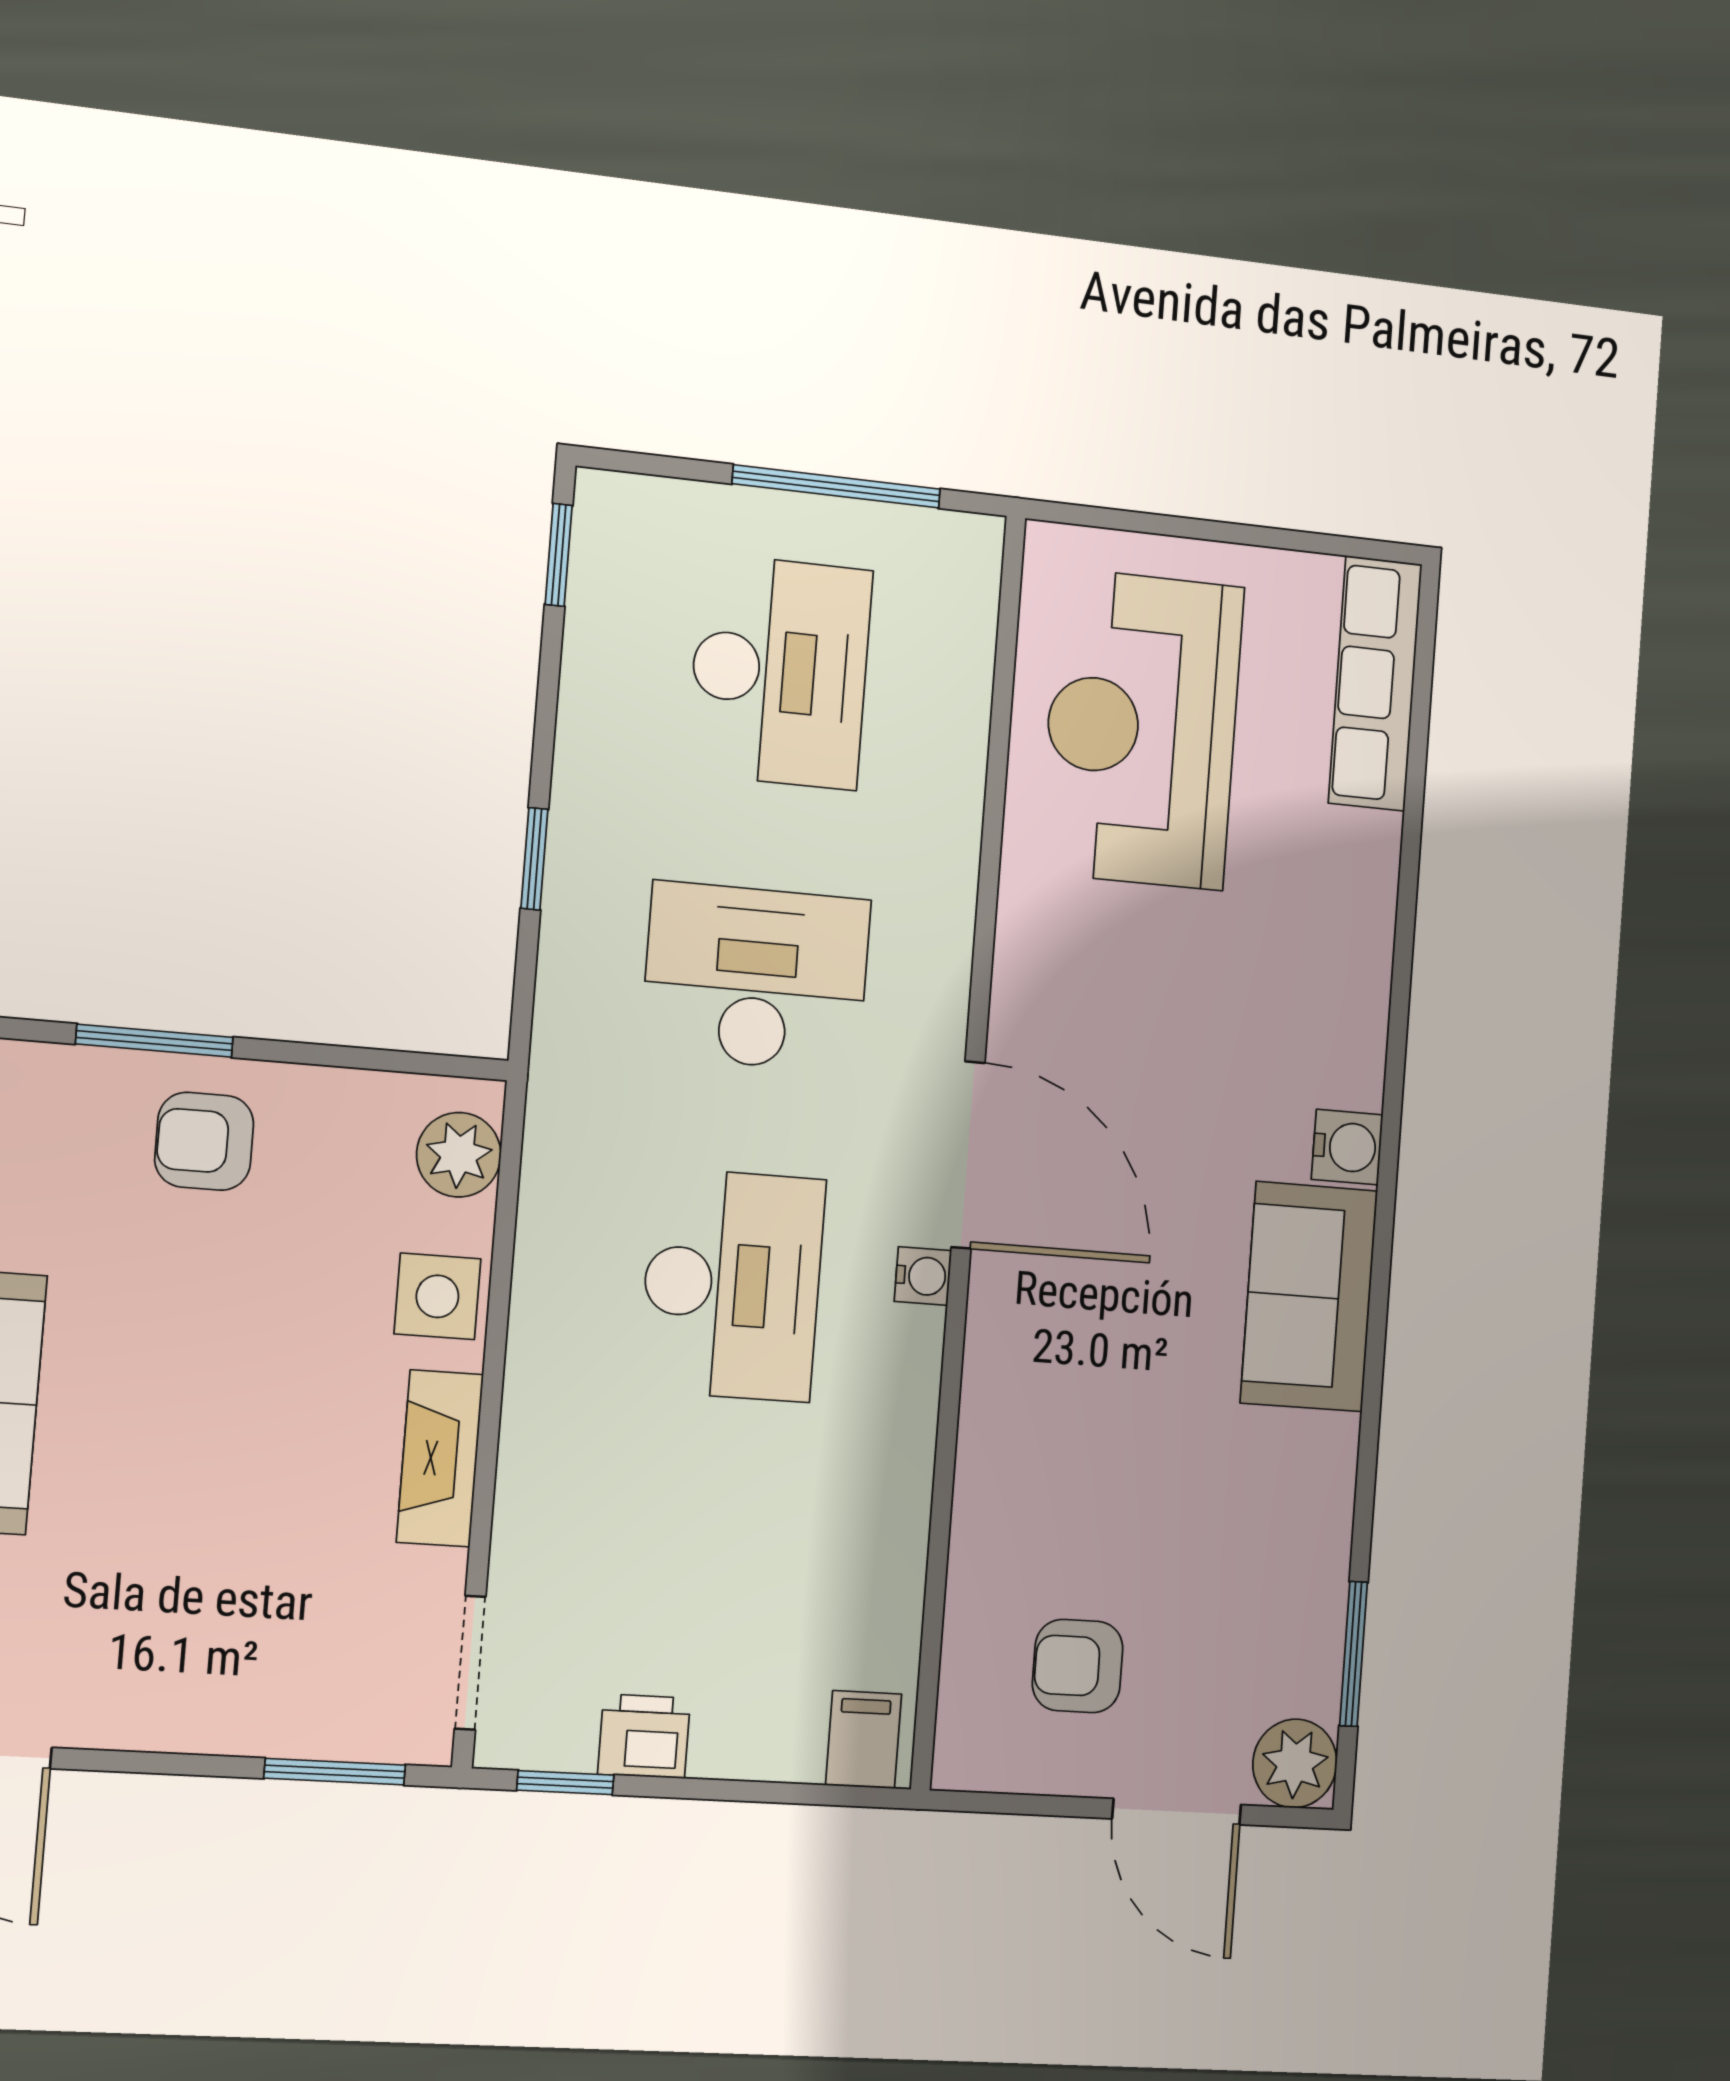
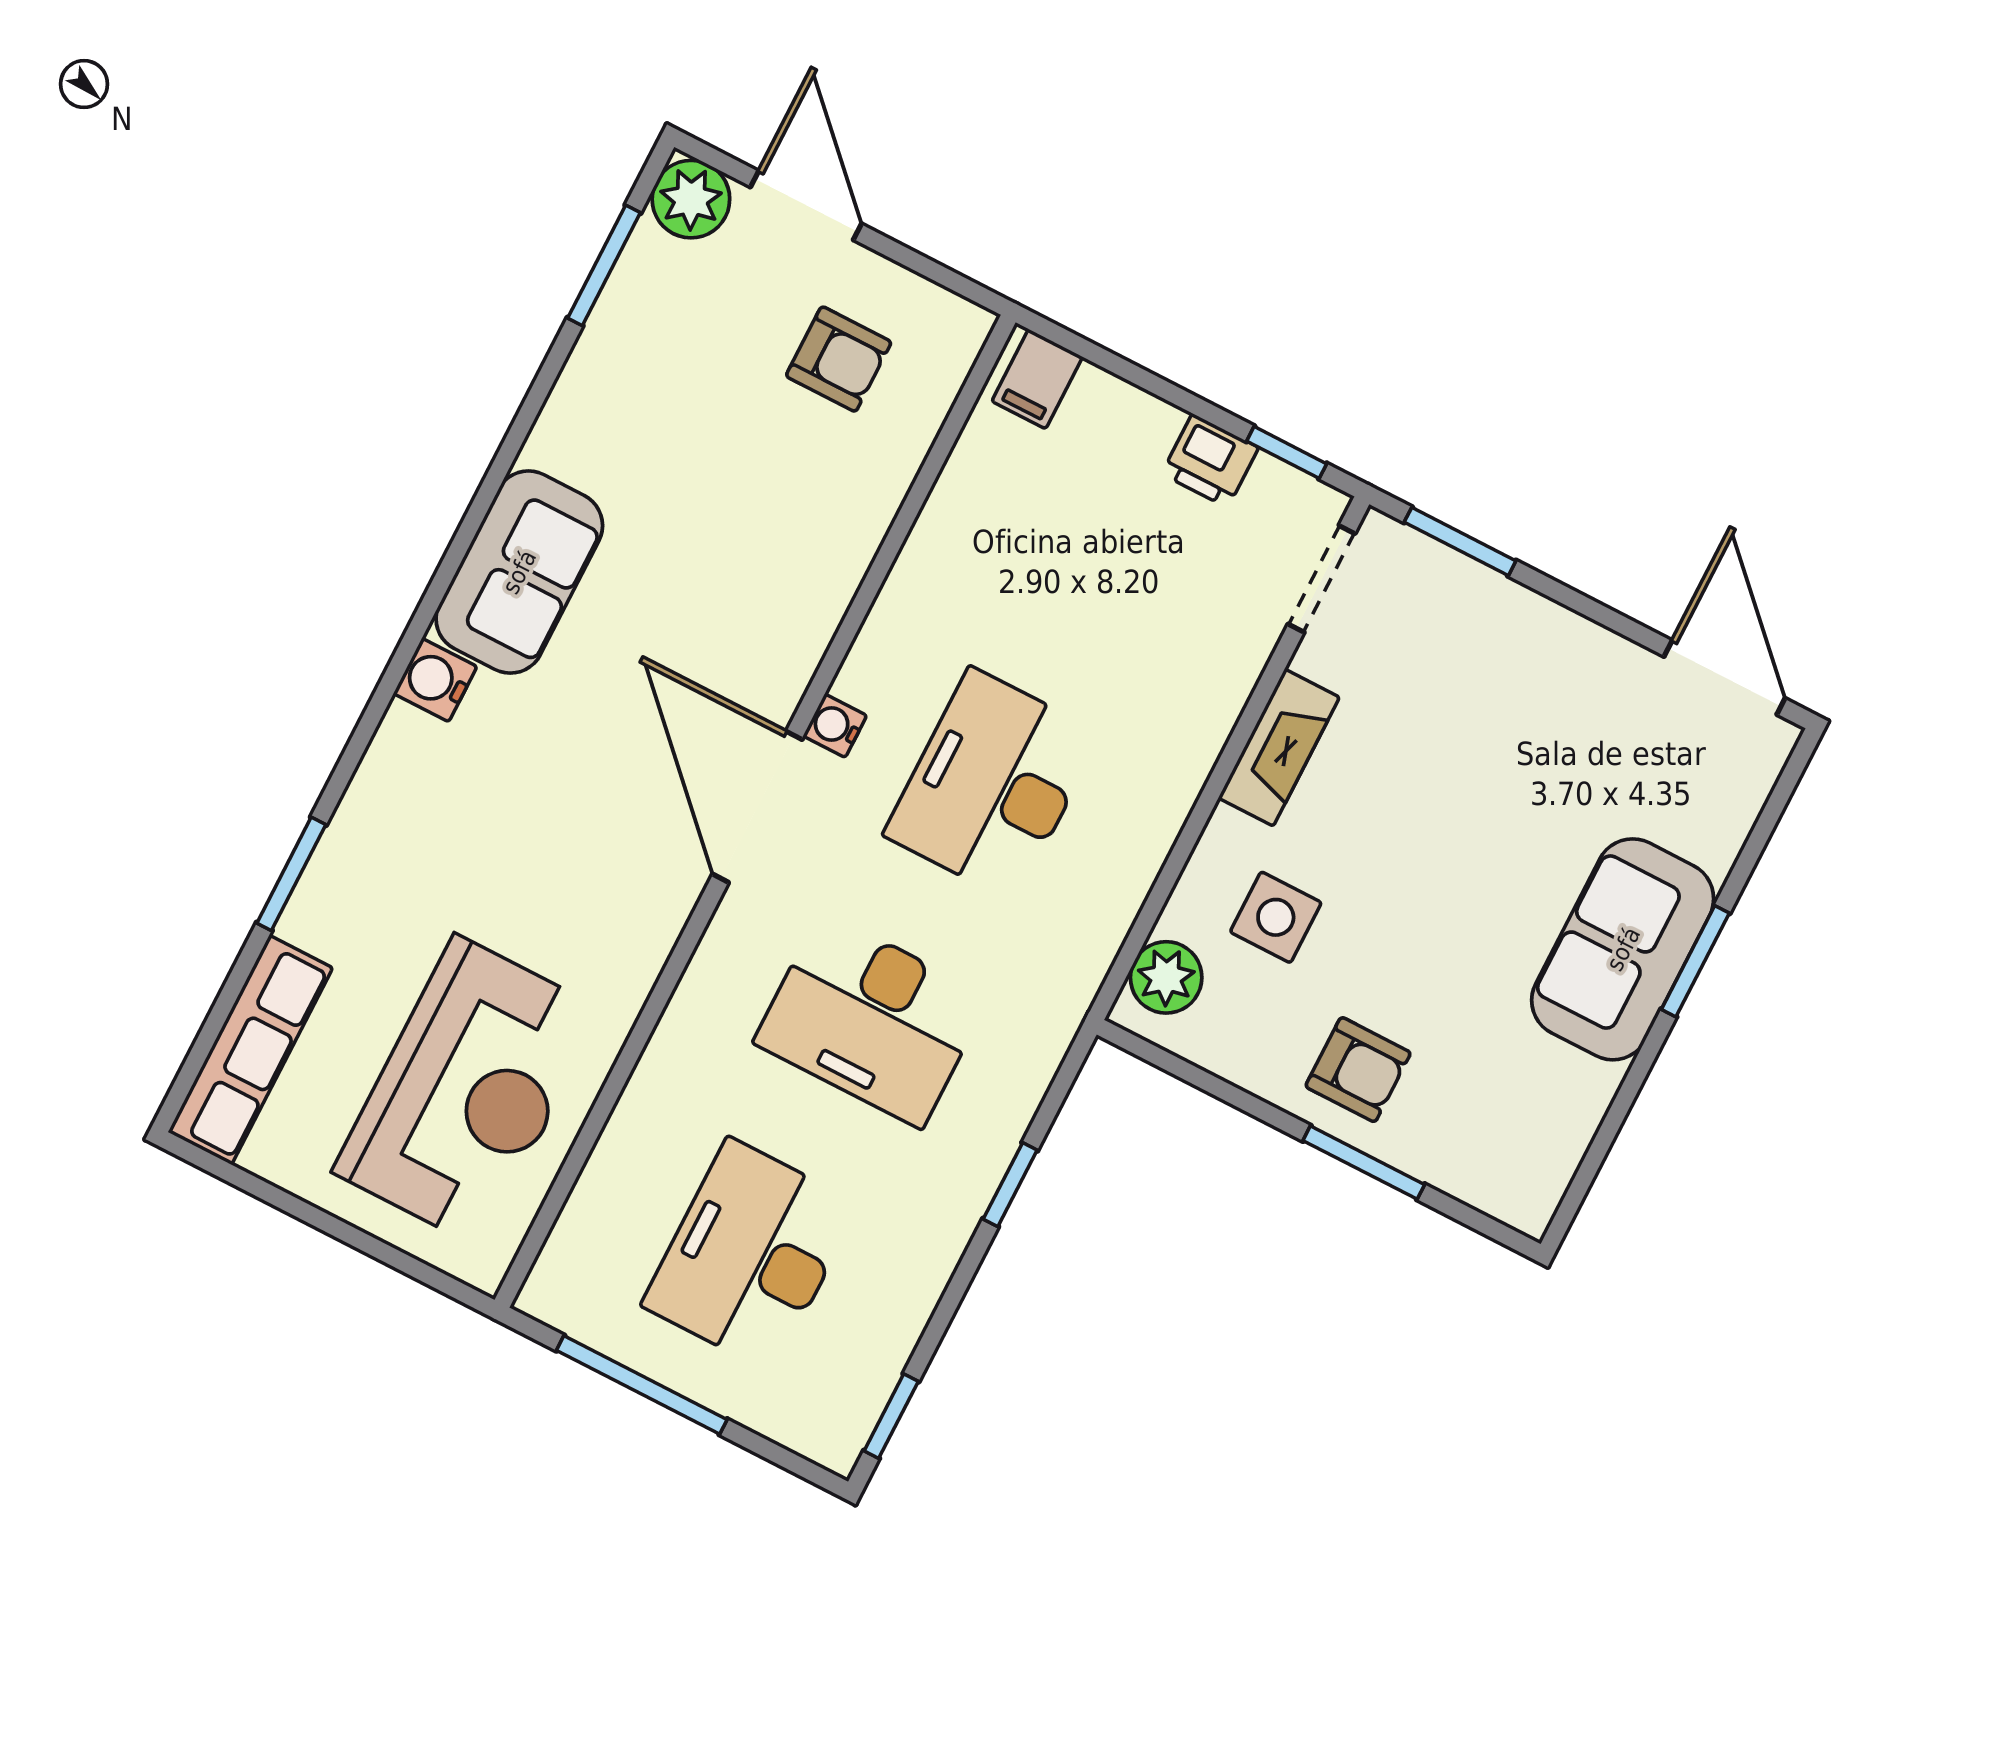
window: (1408, 884) -> (291, 874), added
side table: (437, 1296) -> (1276, 917), moved

